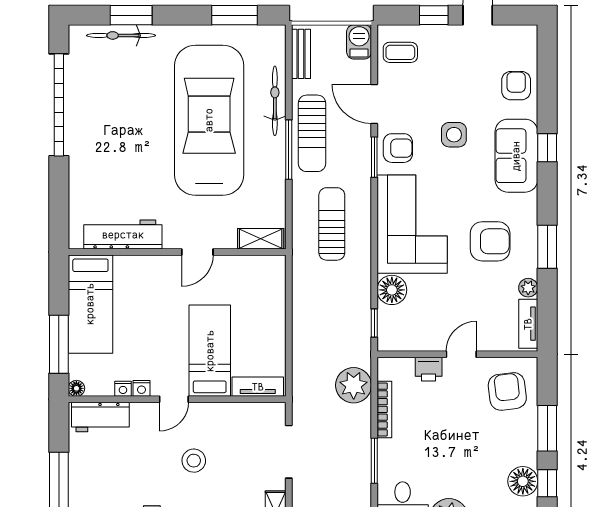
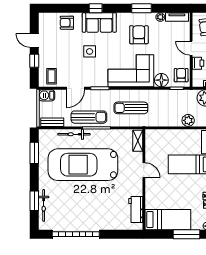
armchair: (398, 148) -> (181, 75), moved
workbench: (123, 235) -> (136, 209), width x0.73
plant: (305, 348) -> (188, 120), added

